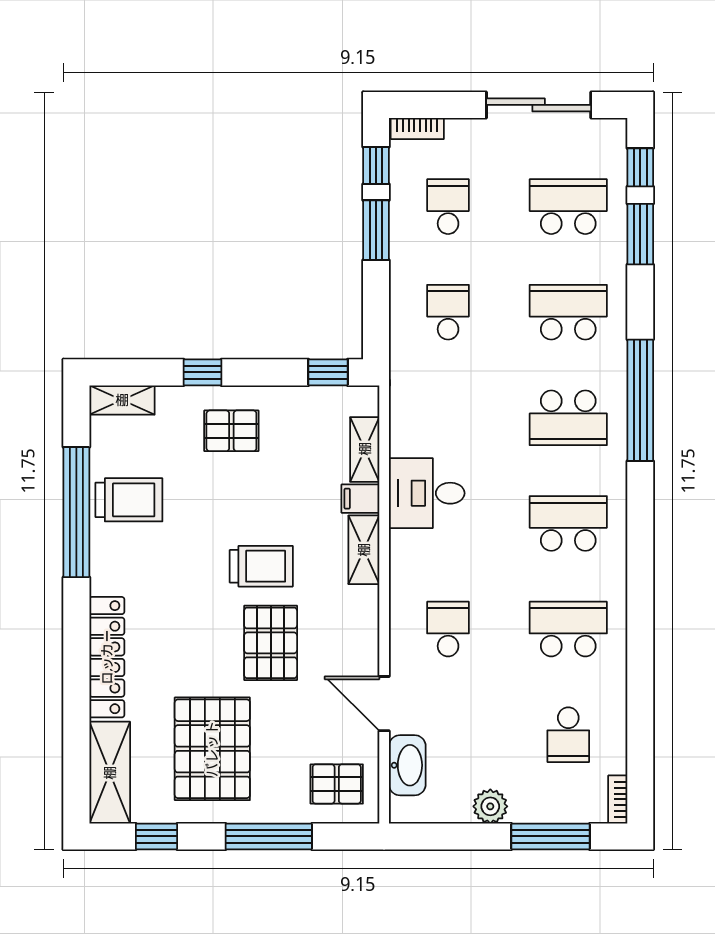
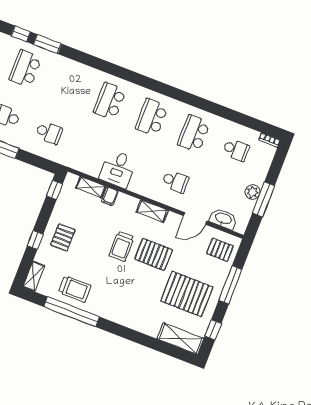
school desk: (448, 312) -> (49, 133), turned 180
school desk: (568, 312) -> (67, 85), removed
window: (640, 400) -> (114, 70), removed
school desk: (568, 418) -> (110, 101), turned 180
trolley: (129, 500) -> (75, 289), turned 90
shelving: (364, 550) -> (152, 211), moved
trolley: (261, 566) -> (122, 246), turned 180
school desk: (448, 629) -> (175, 182), turned 180
locker: (107, 657) -> (134, 322), removed
pallet: (337, 784) -> (220, 250), turned 90
window: (550, 836) -> (263, 199), moved

